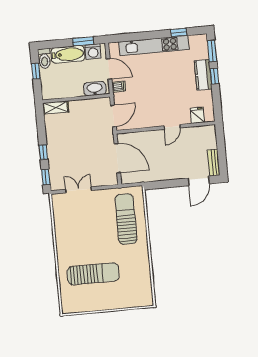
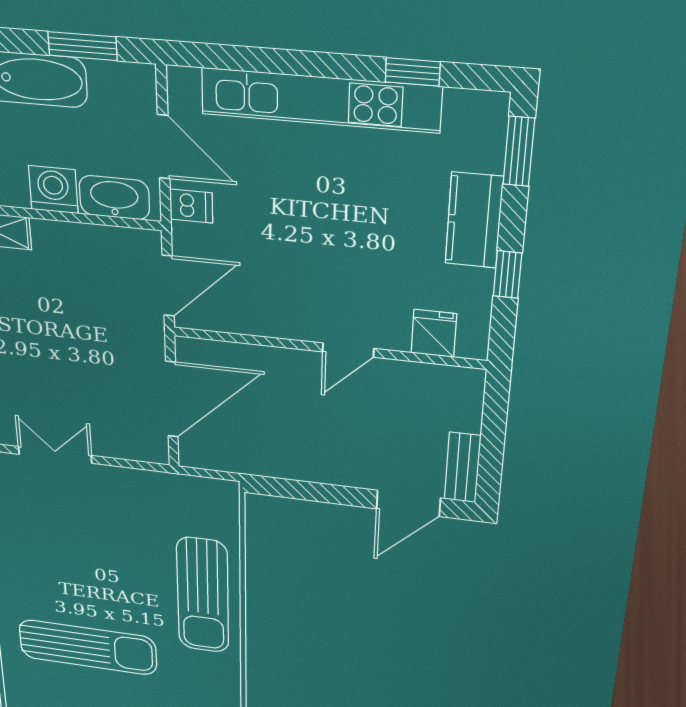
washing machine: (93, 52) -> (53, 190), moved, turned 180
window: (214, 76) -> (508, 275), moved
door: (117, 158) -> (172, 399), hinge flipped
sun lounger: (126, 219) -> (203, 595), moved, turned 180

